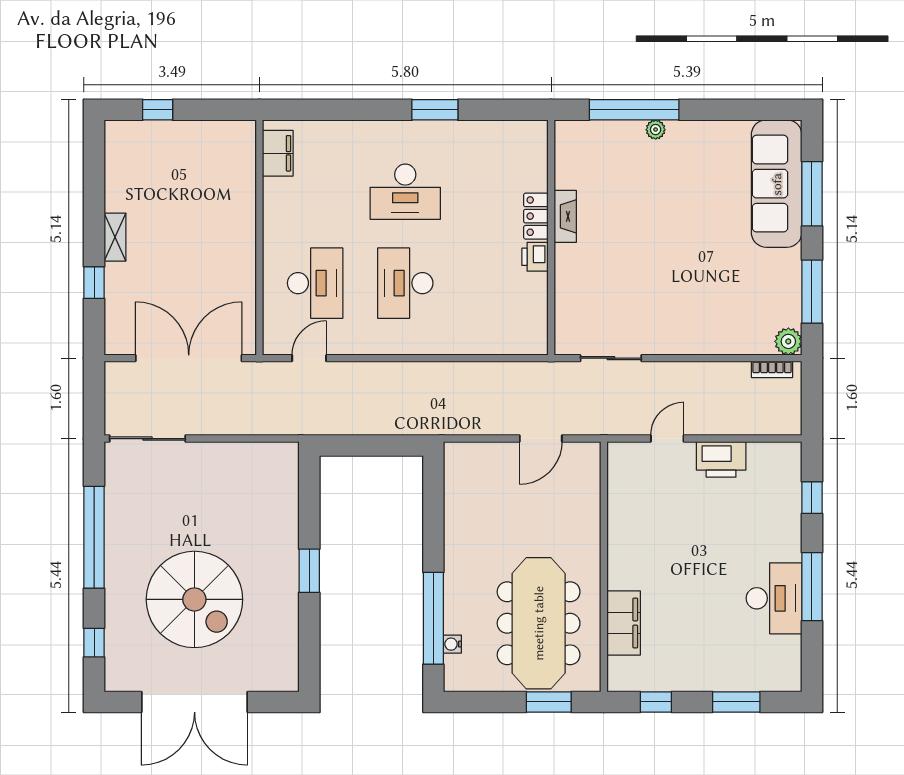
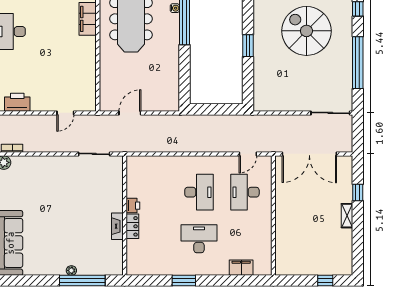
filing cabinet: (278, 153) -> (241, 268), moved, turned 90
printer: (721, 459) -> (17, 102), moved

